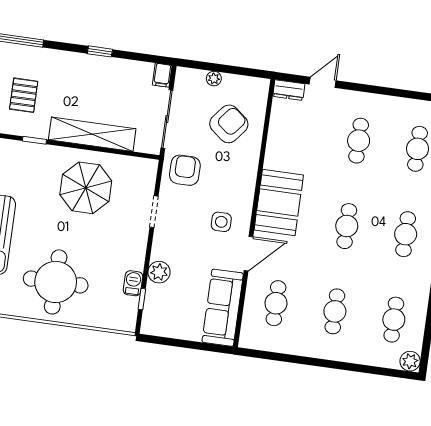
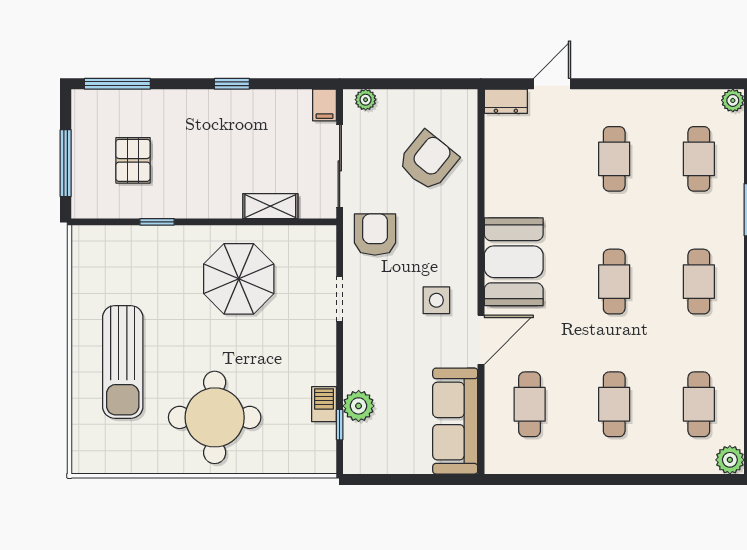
plant: (214, 79) -> (366, 100), moved
shelving: (92, 134) -> (270, 206), width x0.45, depth x0.75
plant: (159, 272) -> (359, 406), moved

